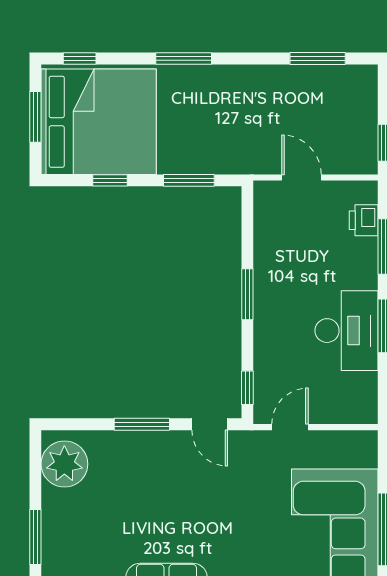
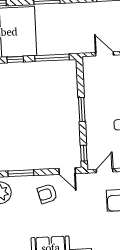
window: (189, 180) -> (52, 58), width x1.44
window: (142, 424) -> (21, 173), moved
armchair: (165, 471) -> (47, 194), added

